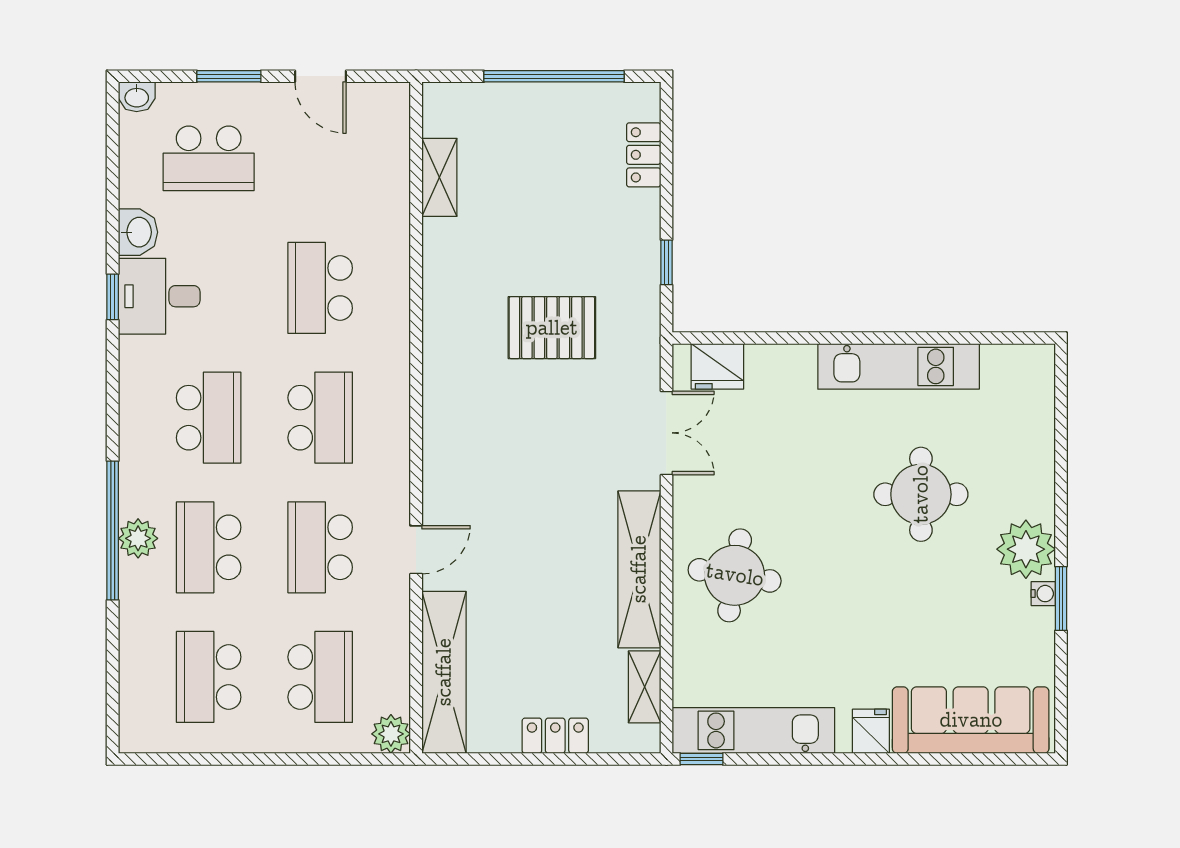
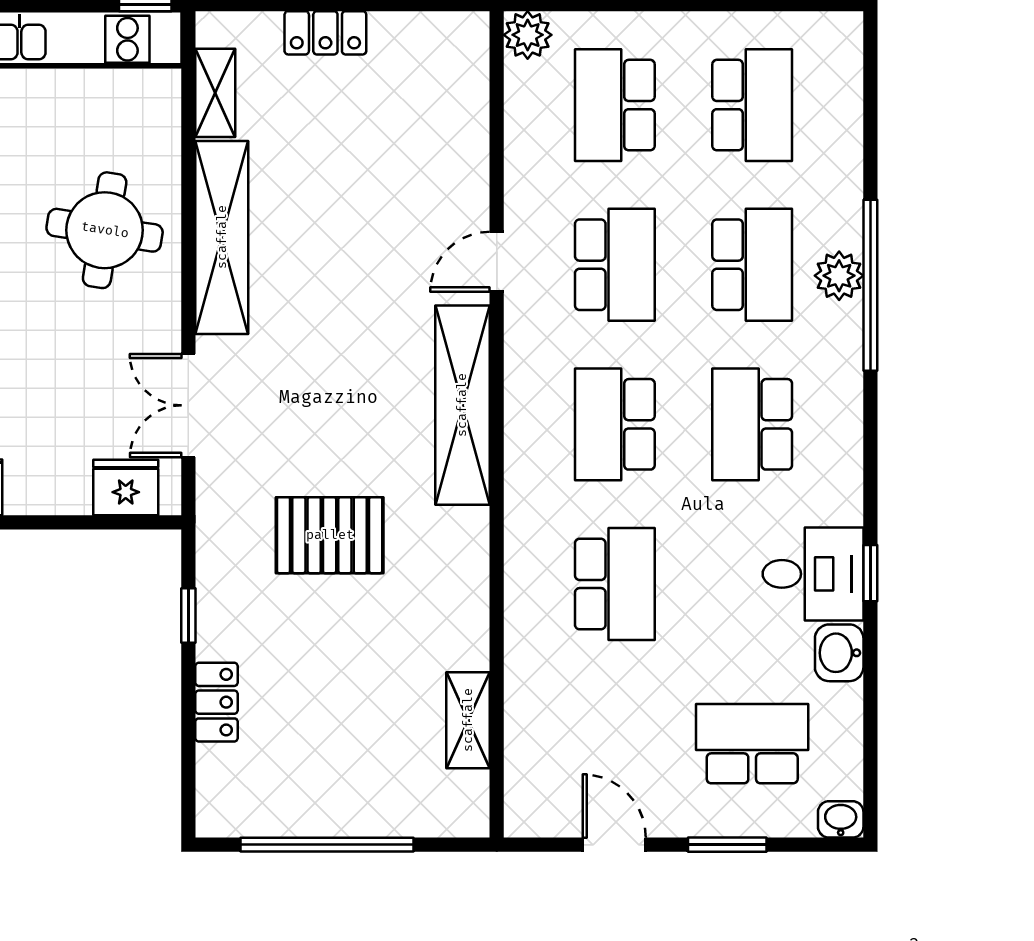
locker: (644, 155) -> (217, 702), moved
shelving: (444, 672) -> (462, 405), moved

